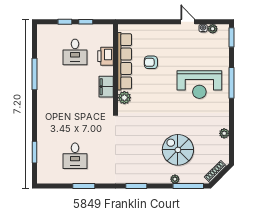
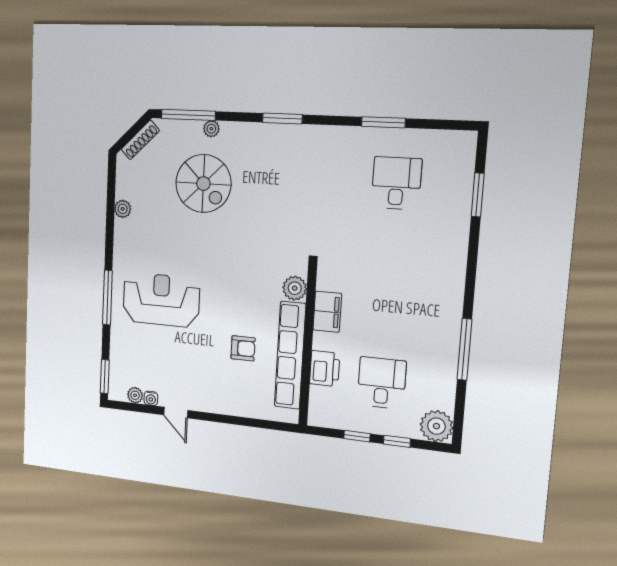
plant: (45, 33) -> (436, 426), added

